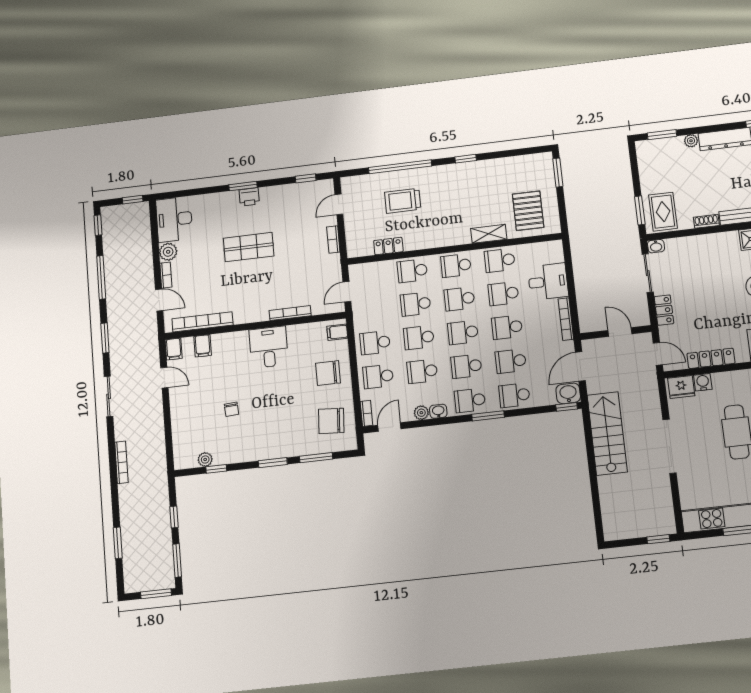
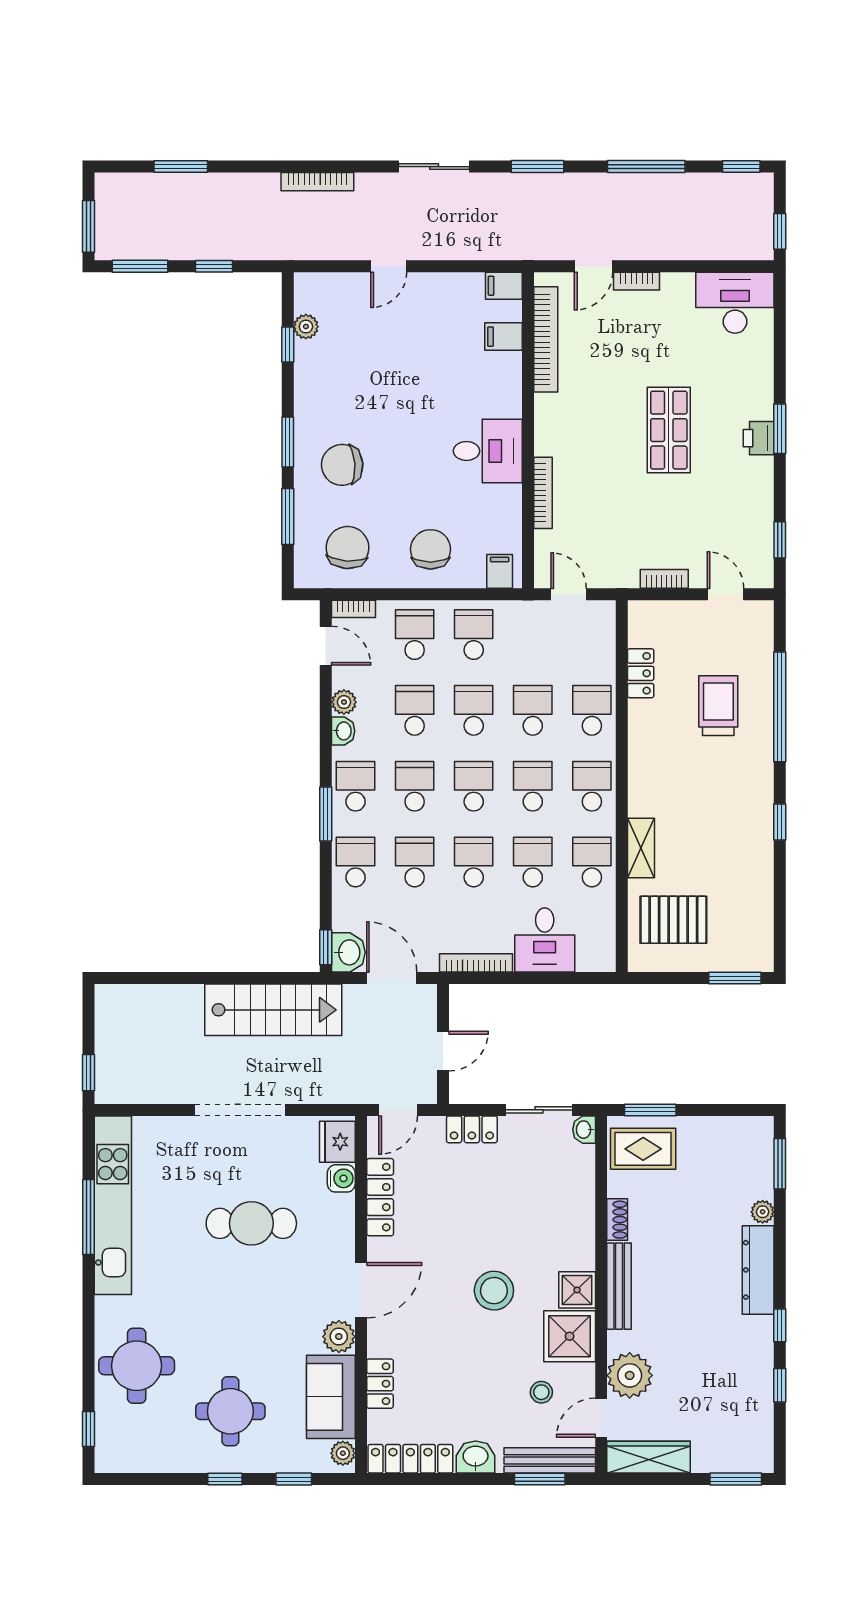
plant: (168, 252) -> (678, 288), removed
door: (164, 378) -> (389, 266), moved
chair: (231, 409) -> (342, 465), moved, width x1.87, depth x1.87

